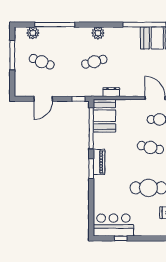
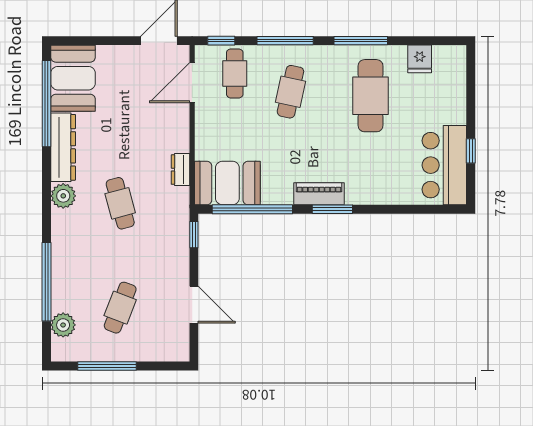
dresser: (122, 33) -> (63, 147), added

